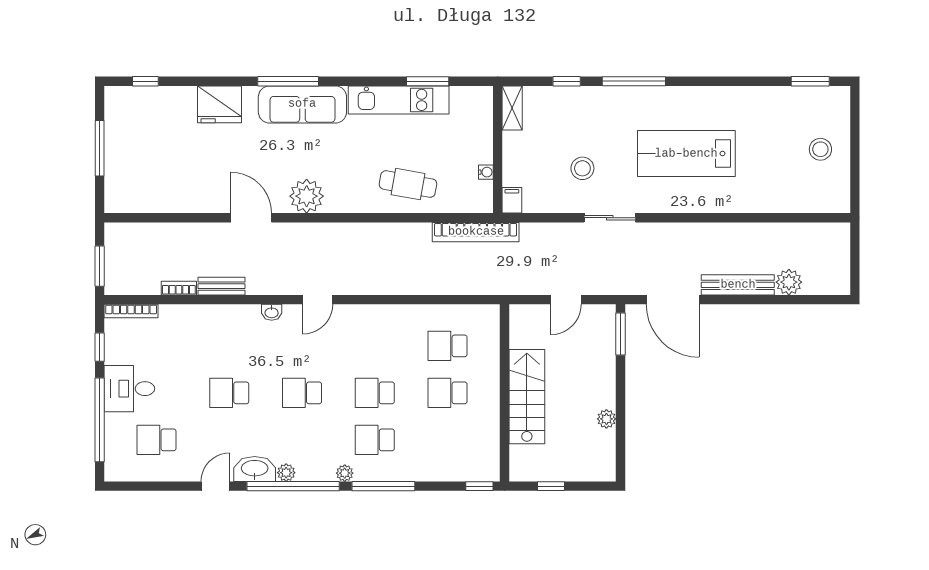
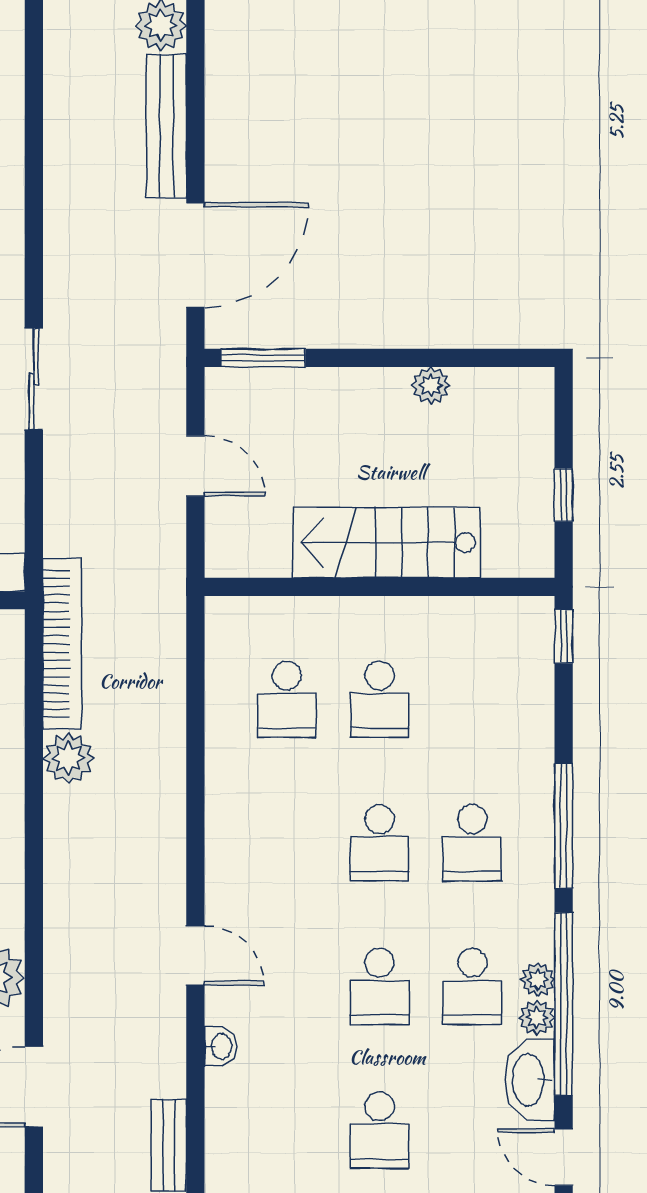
plant: (418, 235) -> (68, 758), added
school desk: (302, 440) -> (472, 986), added
plant: (345, 473) -> (538, 980), moved

